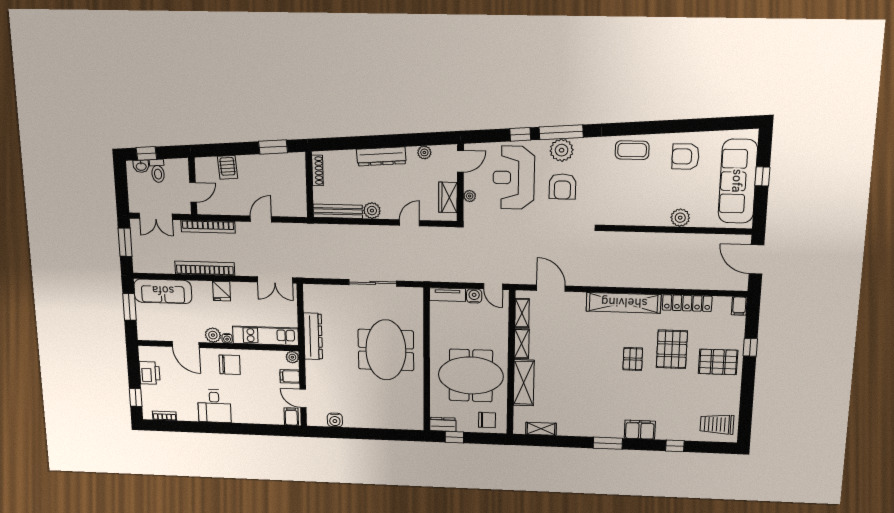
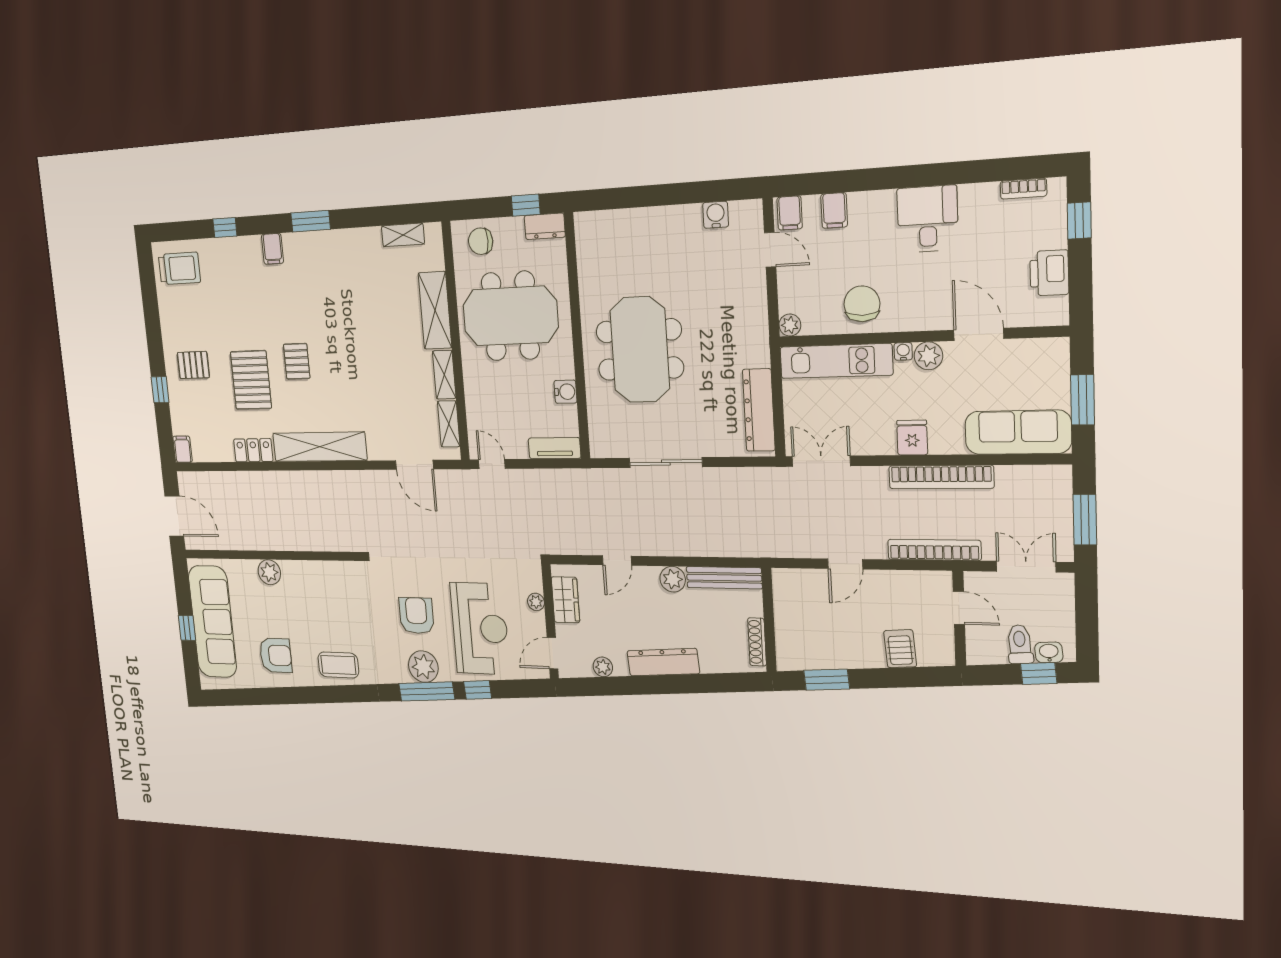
door: (193, 192) -> (959, 608), swing flipped
water cooler: (474, 296) -> (566, 392), moved, turned -90
locker: (687, 303) -> (253, 450), width x0.66
dresser: (313, 336) -> (759, 410), moved
pallet: (718, 362) -> (193, 365), width x0.67, depth x0.71
chair: (230, 365) -> (862, 304), moved, turned 90
filing cabinet: (290, 376) -> (834, 210), moved, turned 90
filing cabinet: (640, 430) -> (272, 249), width x0.50

